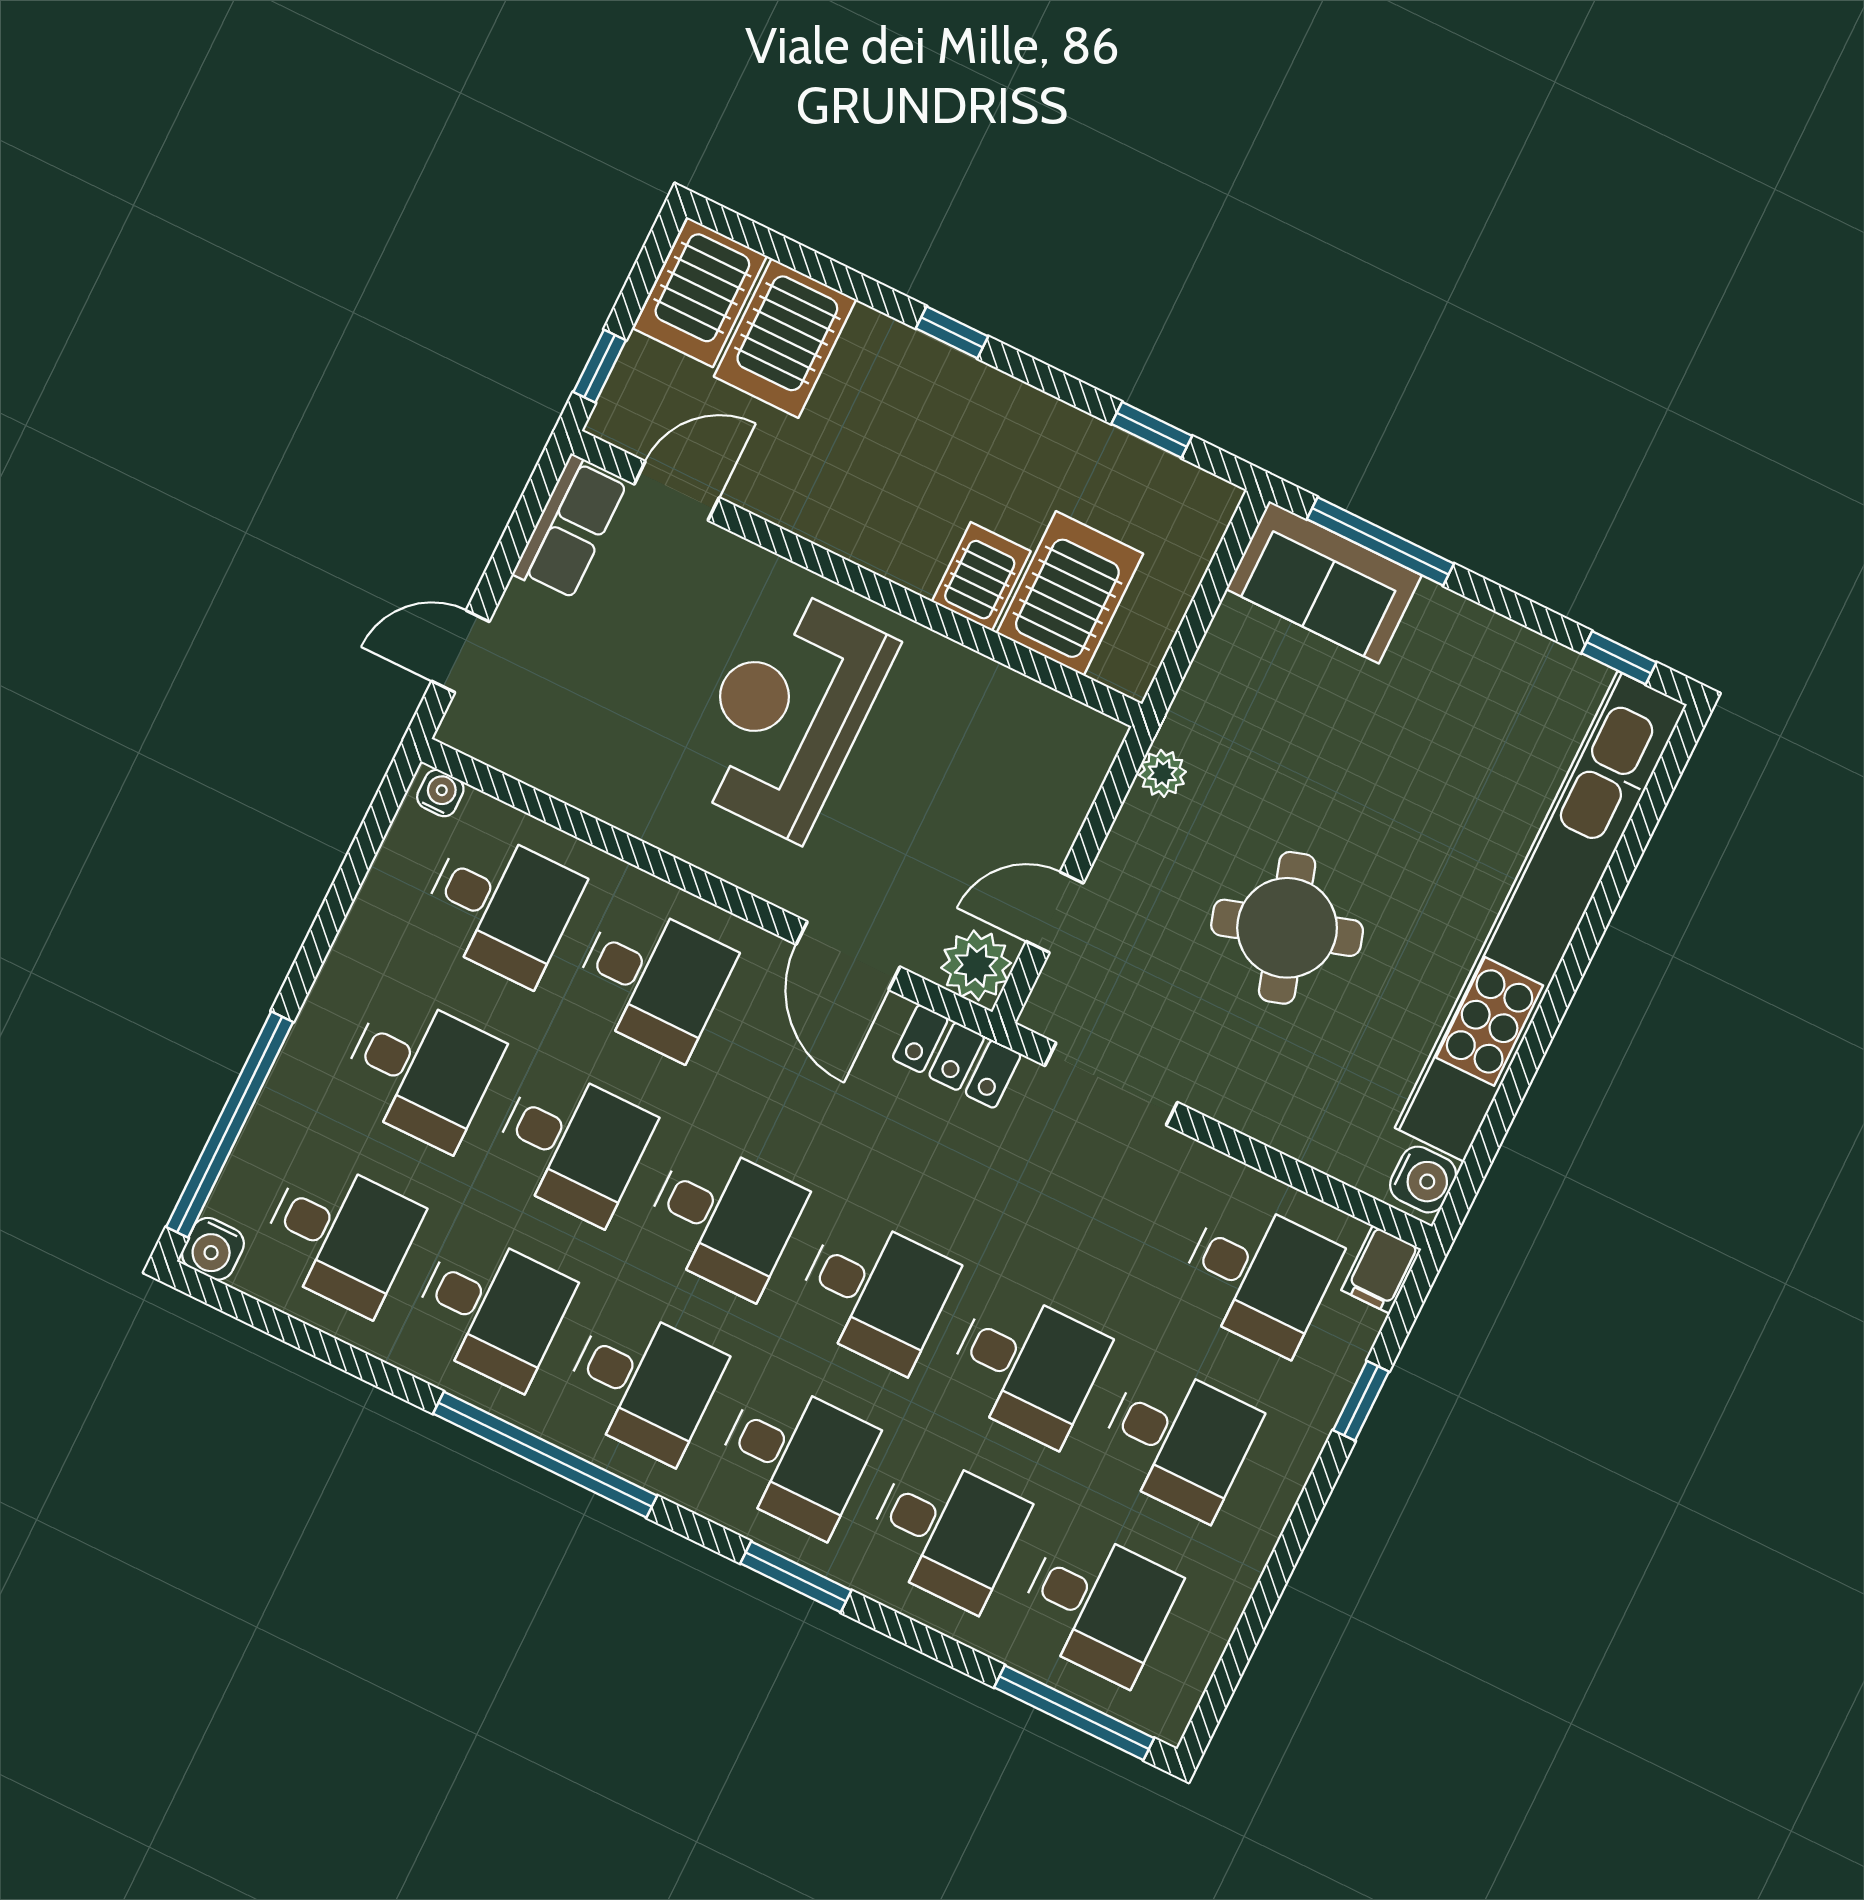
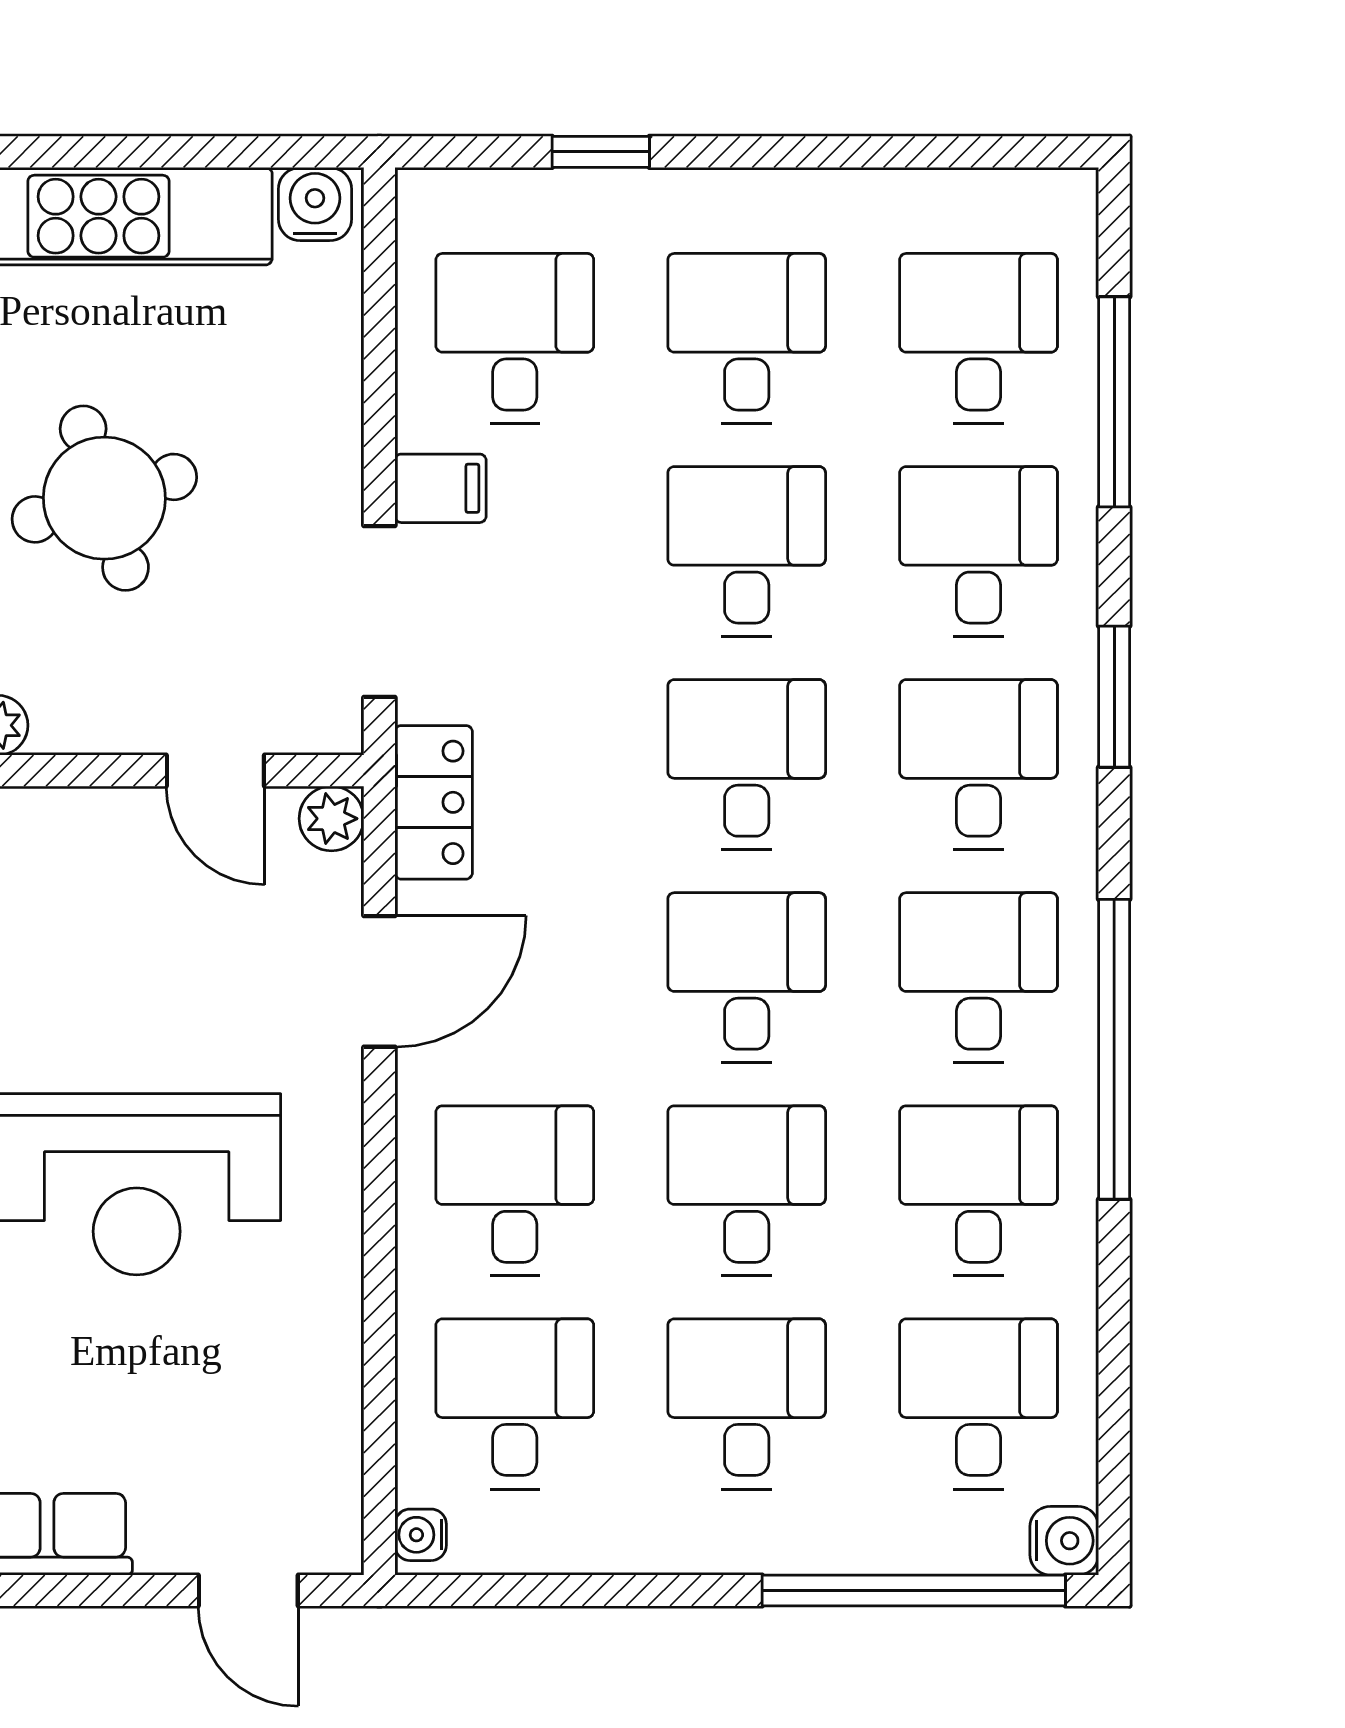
plant: (976, 965) -> (331, 819), width x0.73, depth x0.73
filing cabinet: (1381, 1270) -> (440, 488), moved
window: (1074, 1713) -> (1114, 402), moved

